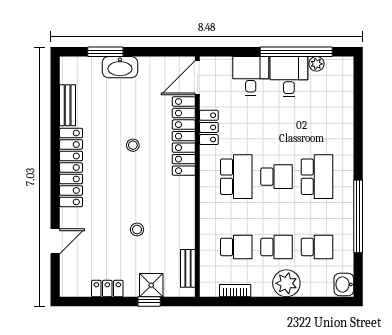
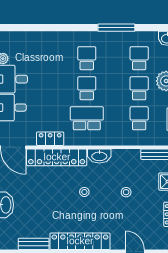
stool: (133, 145) -> (84, 192), moved
school desk: (317, 177) -> (87, 58), width x0.54
washbasin: (186, 193) -> (99, 156), added
window: (358, 216) -> (116, 28), width x0.68

